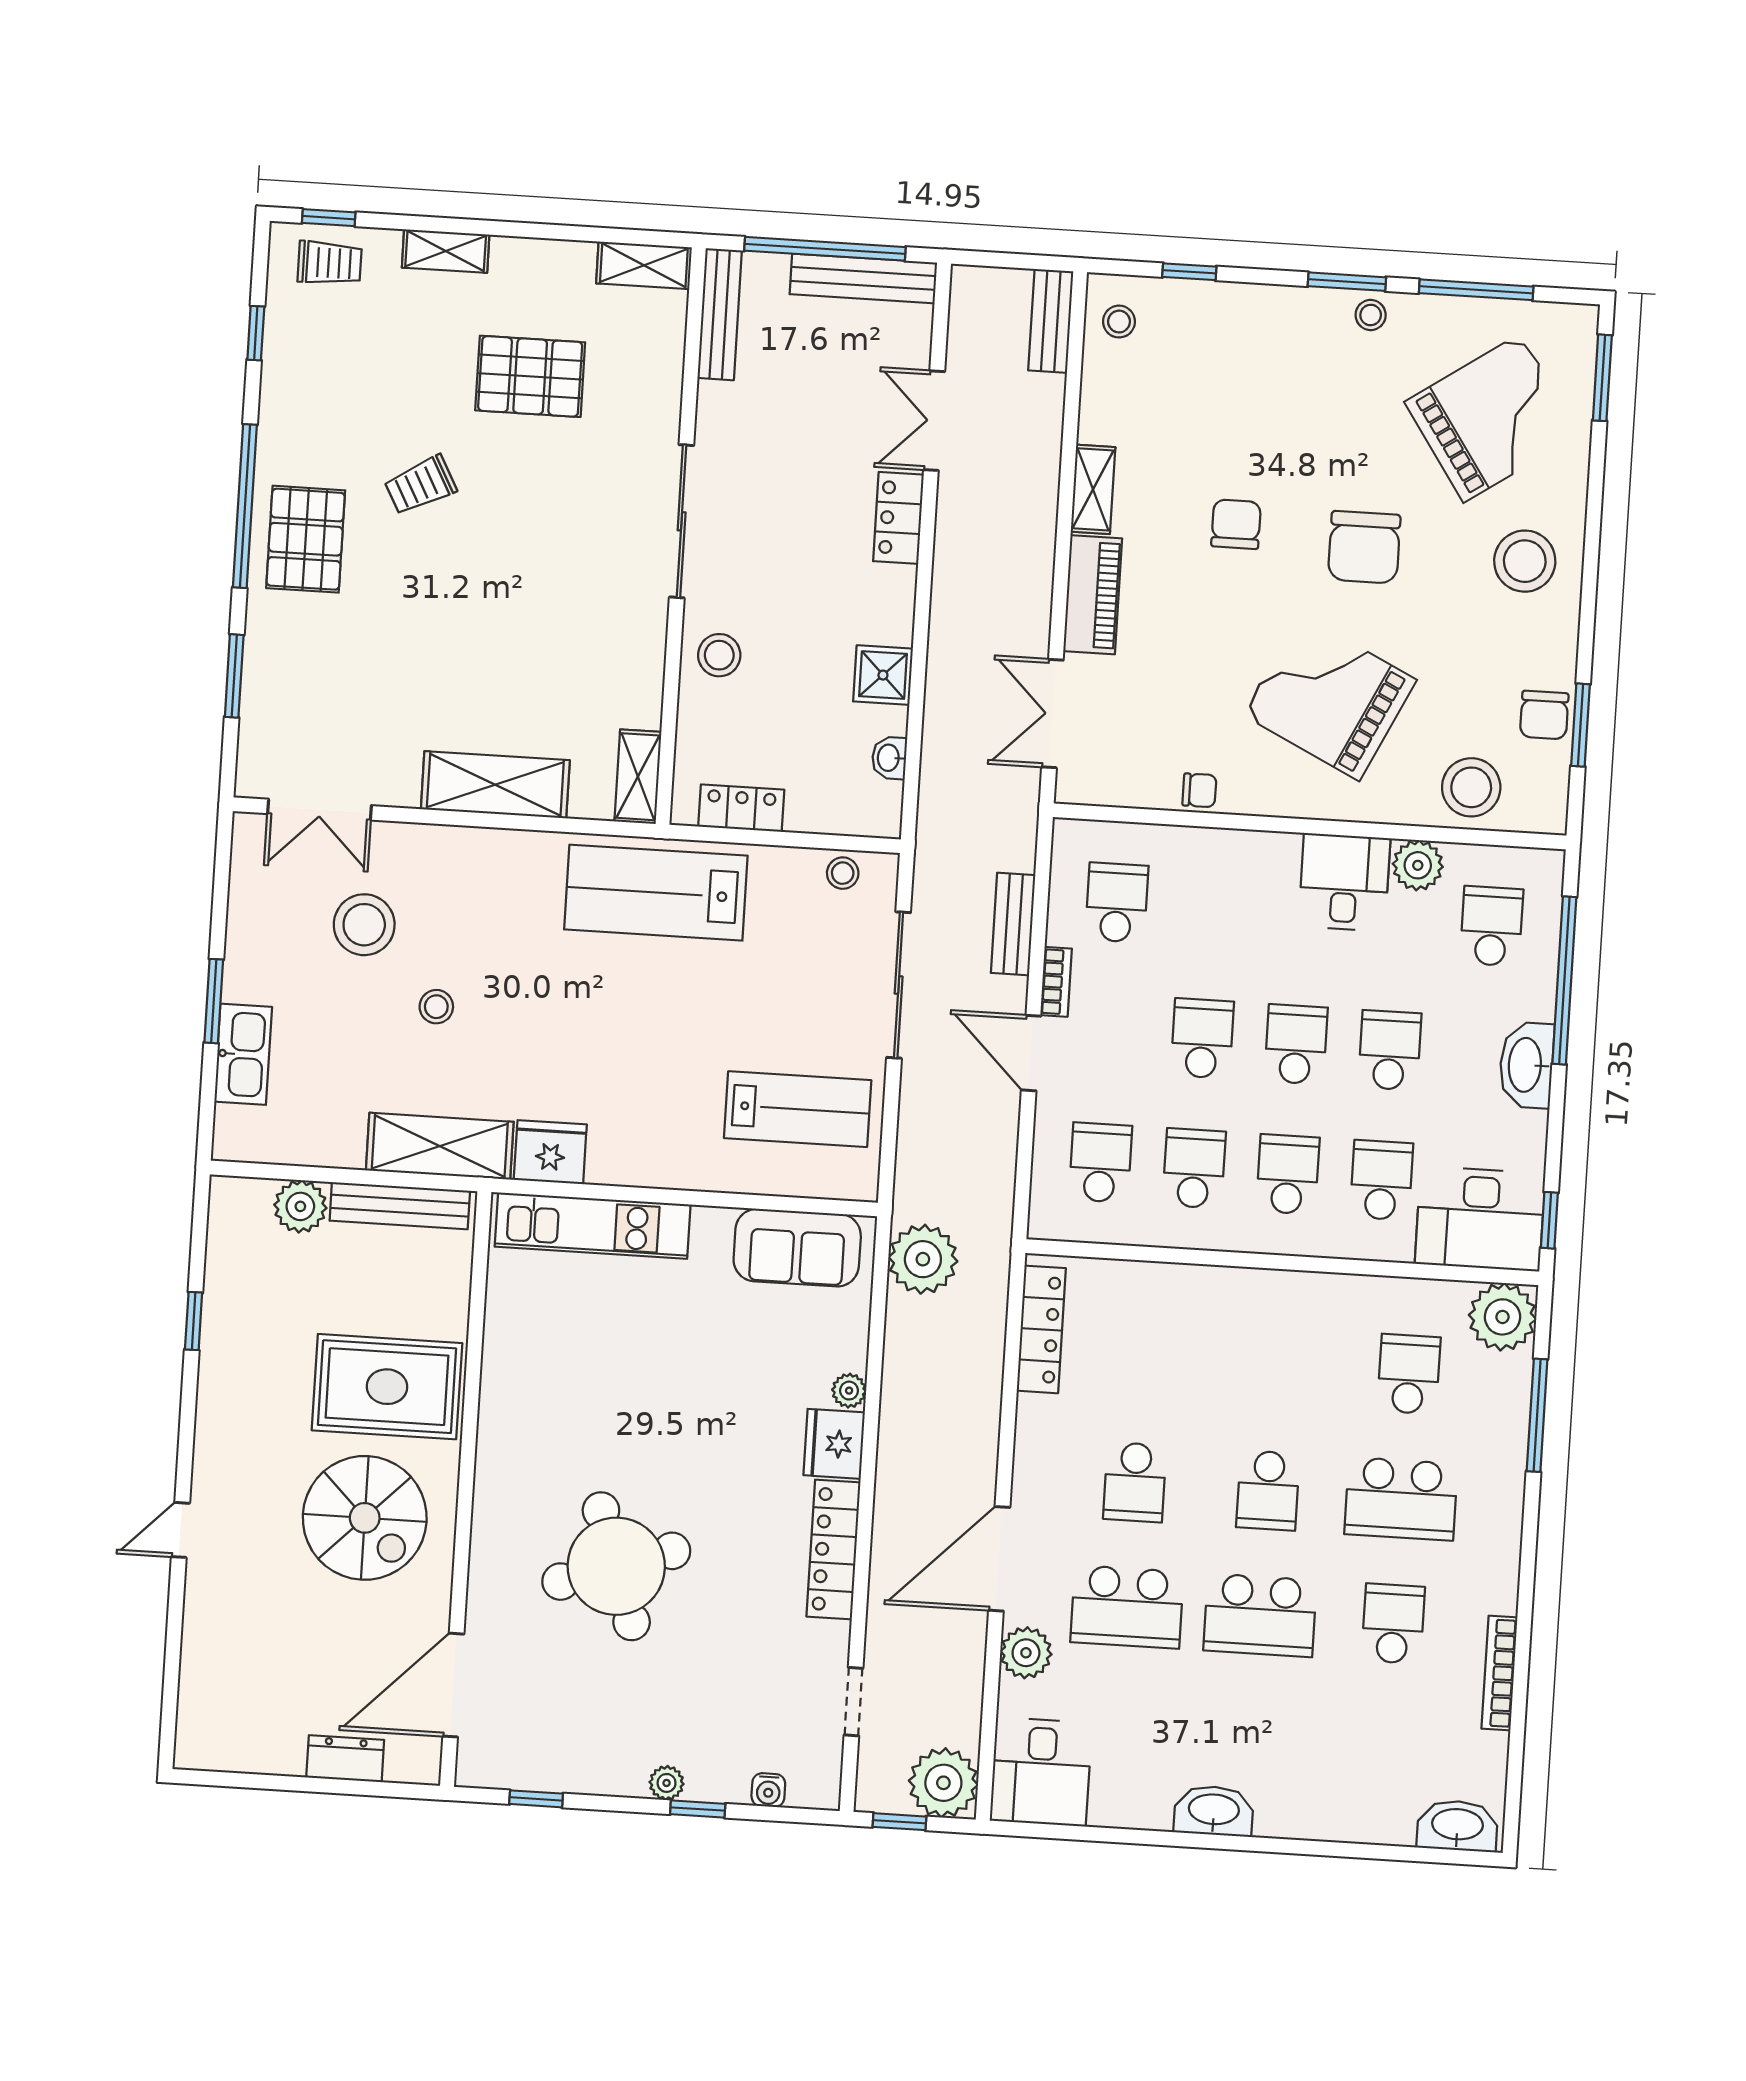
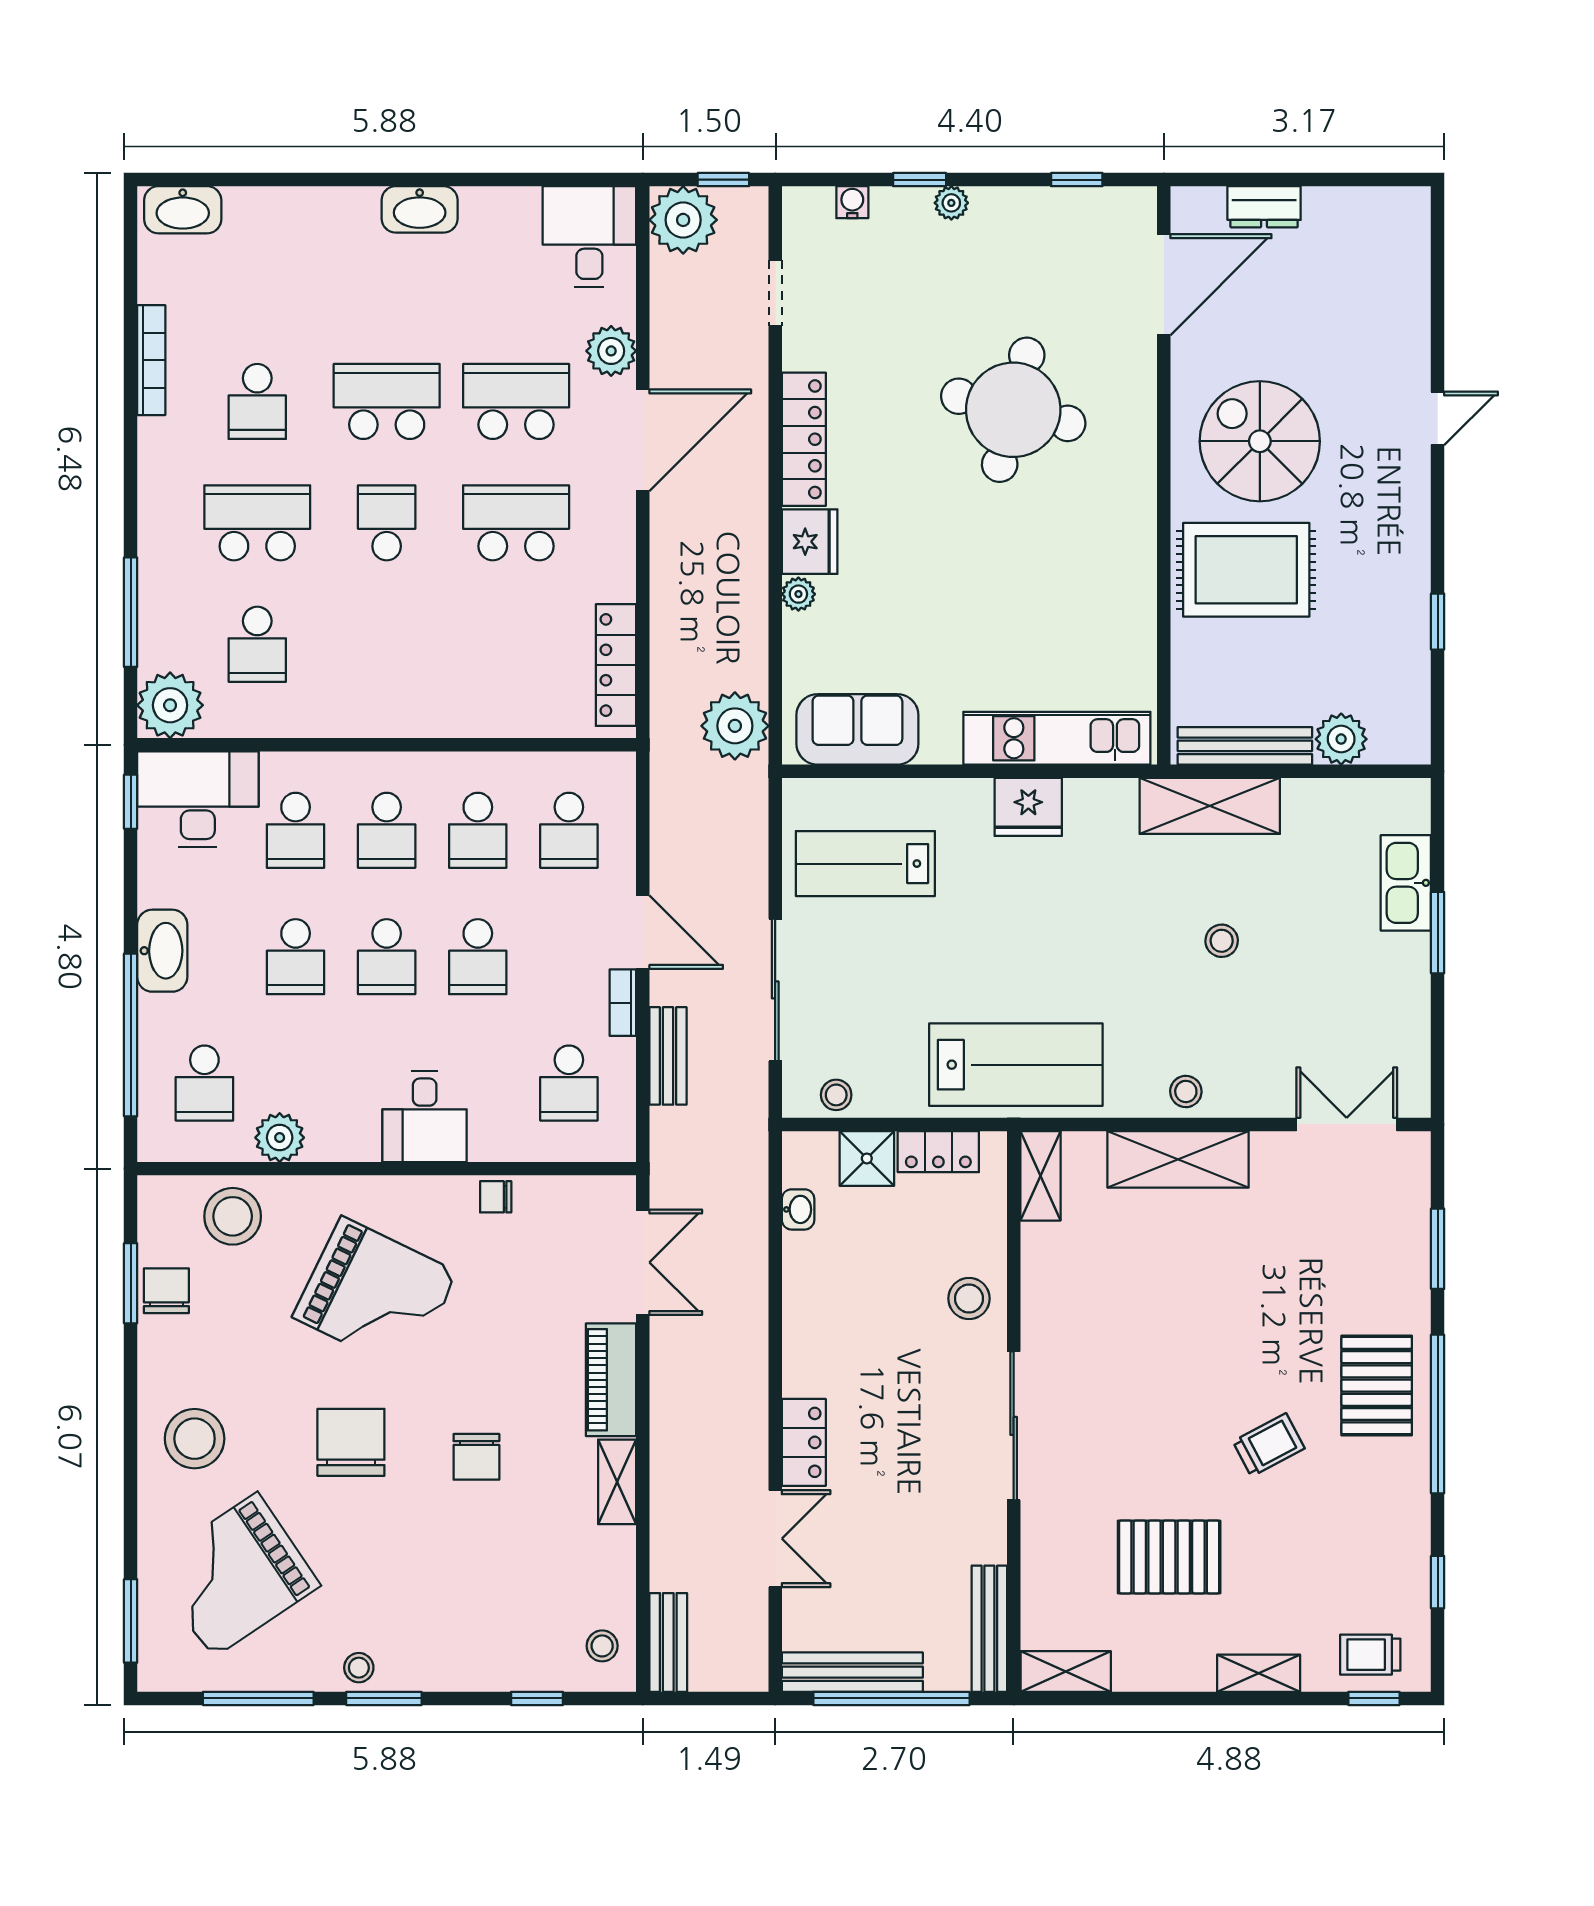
shower: (883, 675) -> (867, 1158), moved
desk: (1344, 882) -> (425, 1117), moved
stool: (364, 925) -> (1186, 1091), moved, width x0.53, depth x0.53
fridge: (550, 1152) -> (1028, 807), moved
school desk: (1135, 1482) -> (516, 523), width x1.85
round table: (616, 1566) -> (1013, 410), turned 33

